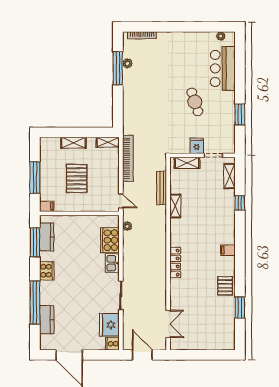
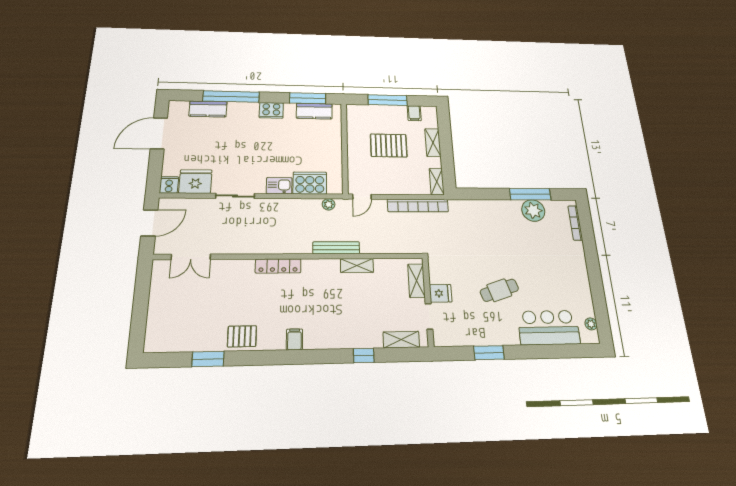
plant: (127, 63) -> (533, 210), width x1.88, depth x1.88
bench: (162, 188) -> (336, 248), moved
filing cabinet: (47, 206) -> (414, 113), moved

